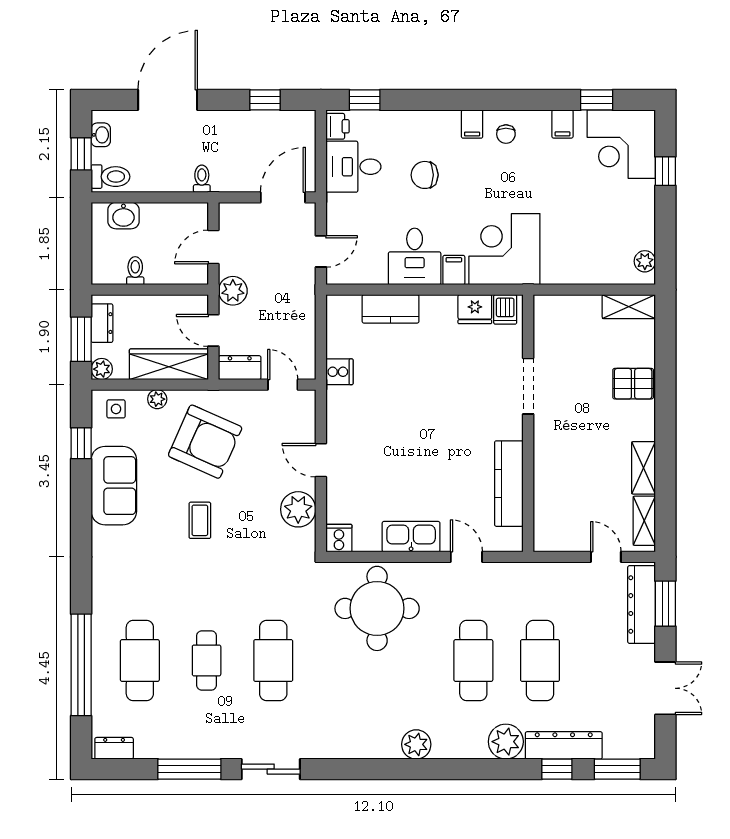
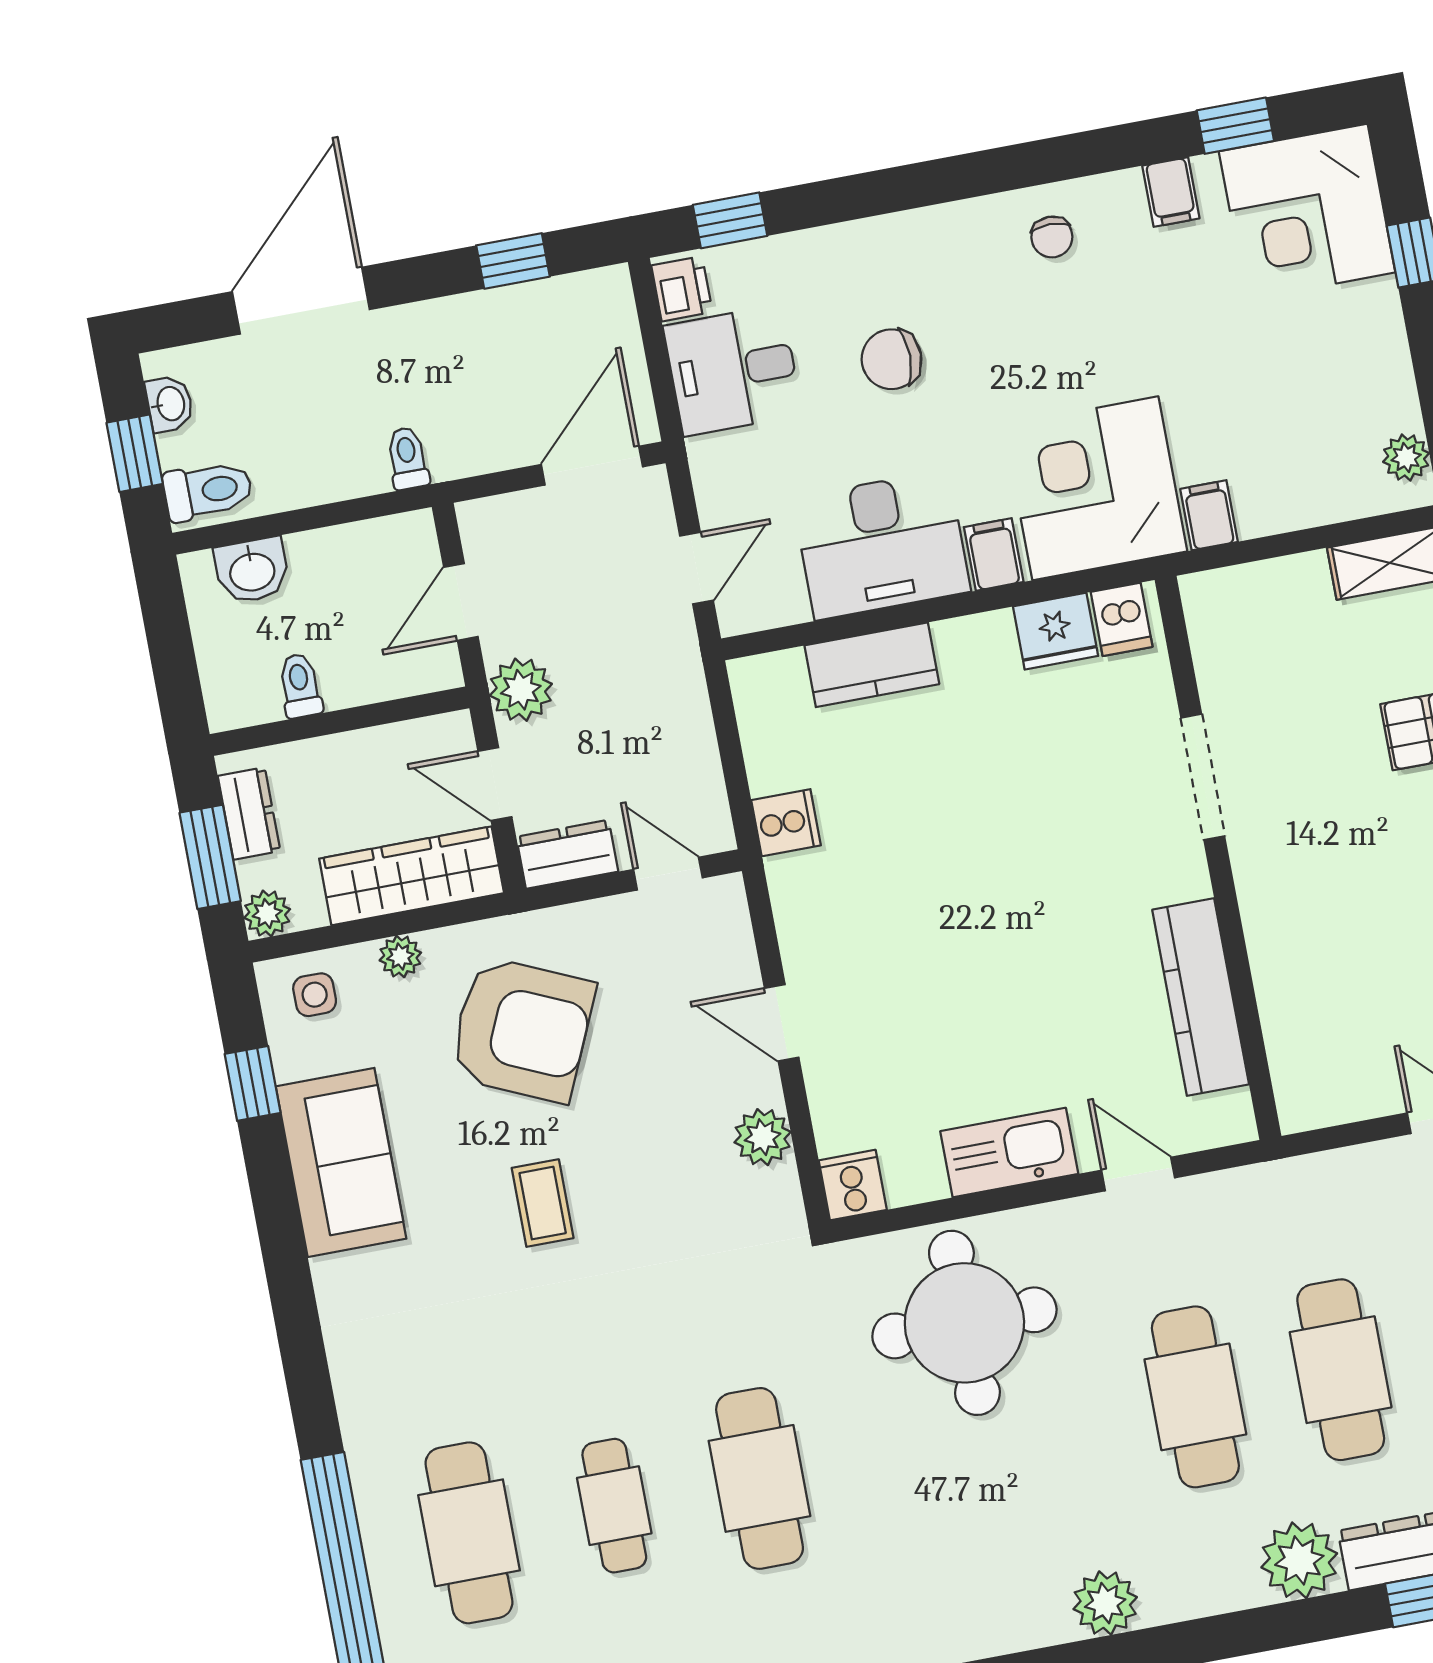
filing cabinet: (472, 124) -> (1209, 515), moved, turned 180
desk: (415, 256) -> (881, 545), width x1.37
plant: (298, 509) -> (763, 1137), width x0.73, depth x0.73

